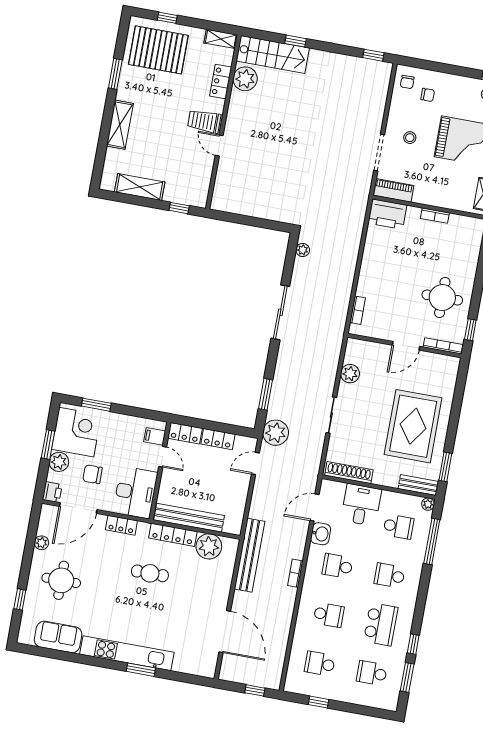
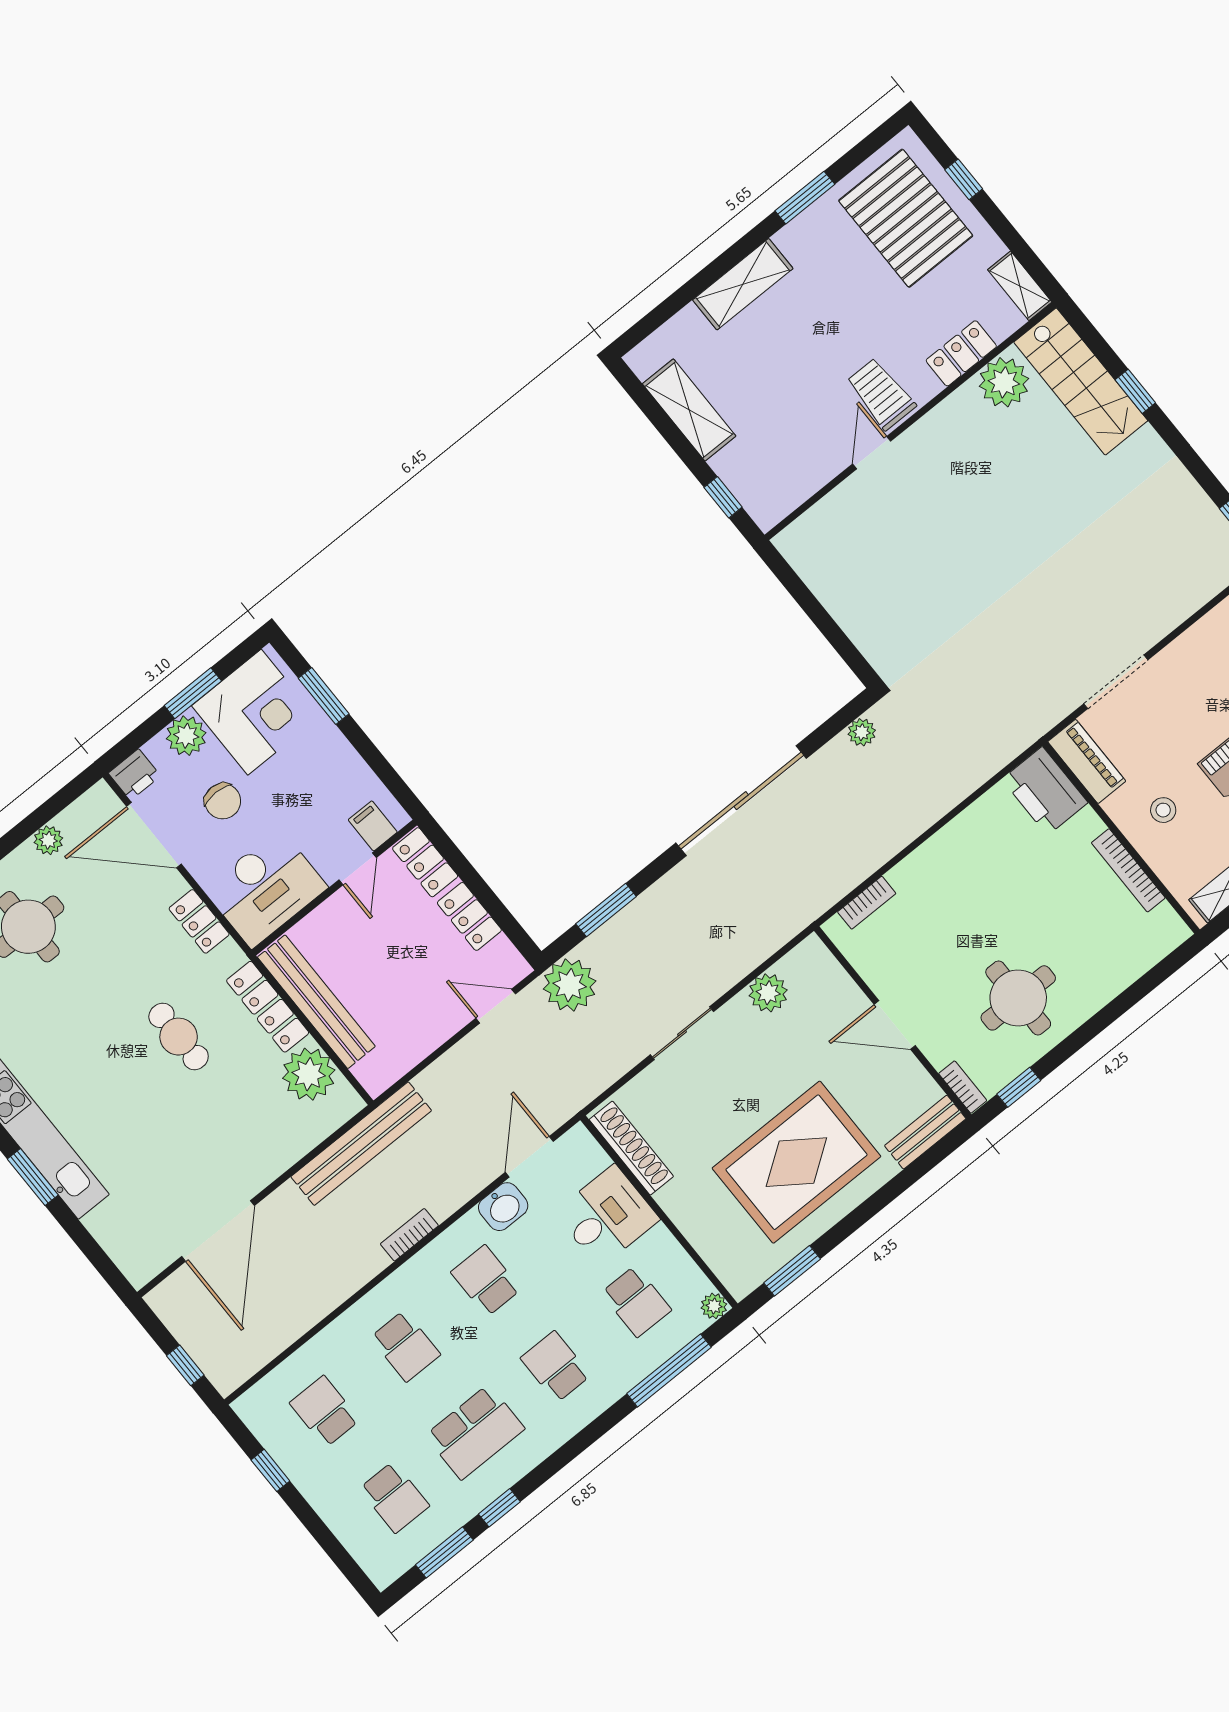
stool: (410, 138) -> (1163, 810), moved
bookcase: (435, 216) -> (1128, 870), width x1.56
sliding door: (280, 312) -> (741, 801), width x1.36
bookcase: (443, 346) -> (963, 1087), width x0.64
chair: (92, 474) -> (223, 801), turned 180
bench: (418, 485) -> (925, 1132), moved, turned 90
door: (315, 508) -> (529, 1157), hinge flipped
school desk: (372, 673) -> (394, 1497), turned 180

